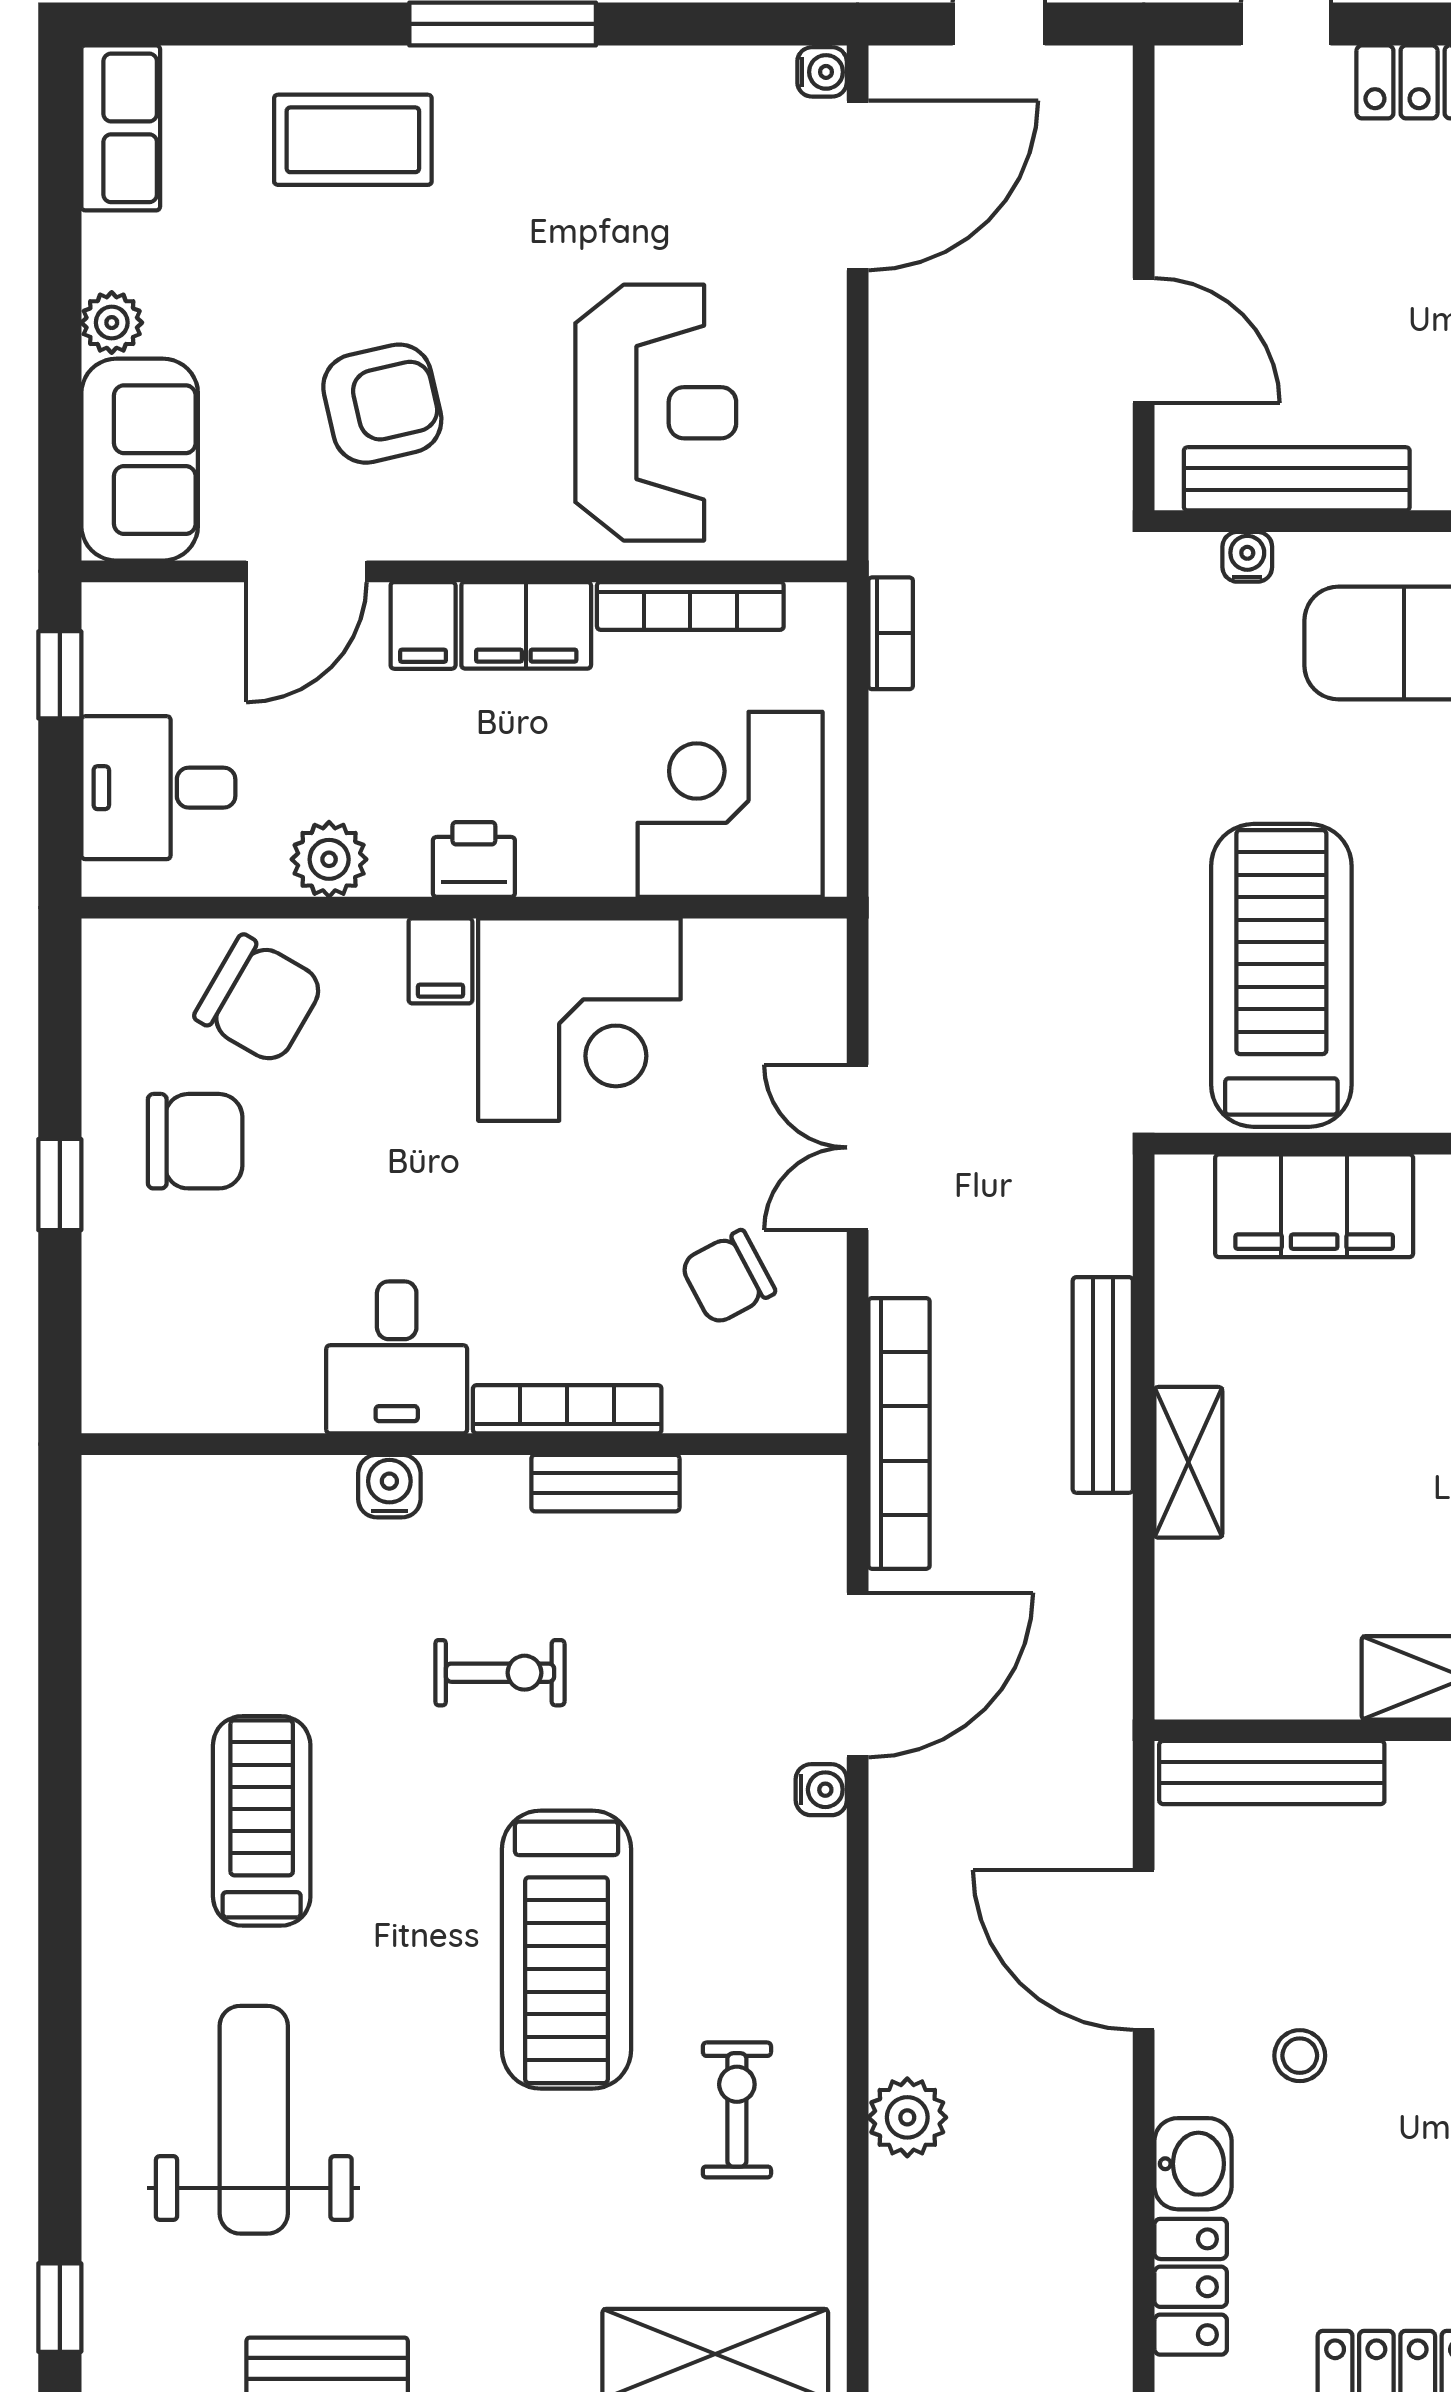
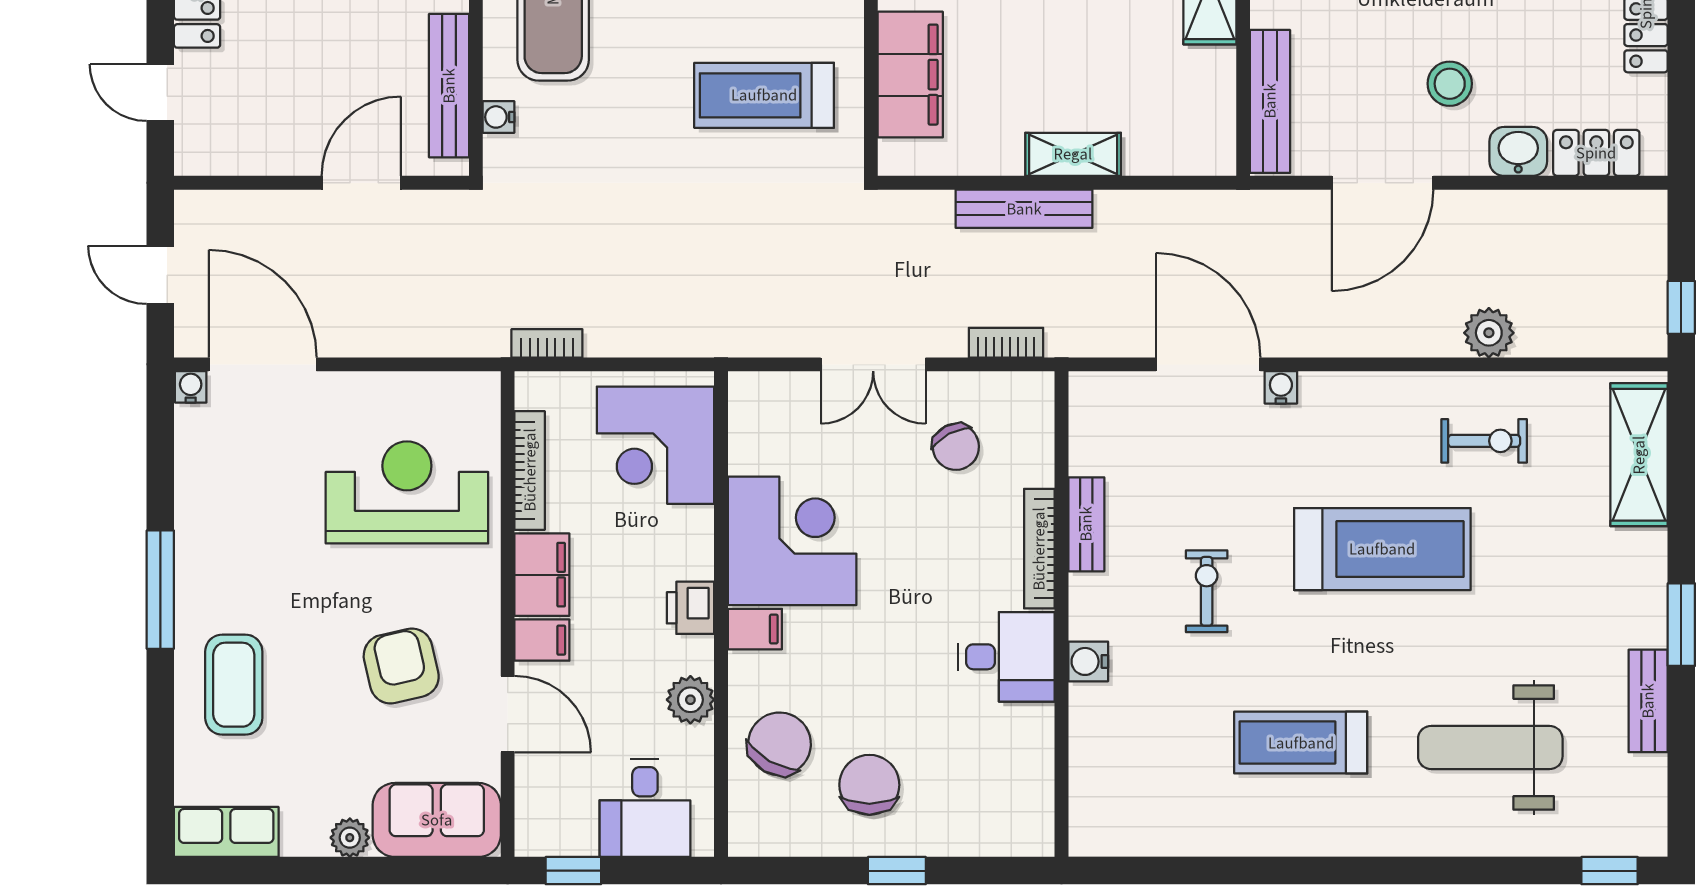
treadmill: (1281, 975) -> (764, 95), width x0.73, depth x0.73
bookcase: (899, 1433) -> (1006, 343), width x0.43, depth x0.76
stool: (1300, 2056) -> (1450, 84), width x1.37, depth x1.37
exercise bike: (737, 2110) -> (1484, 441), turned 180

